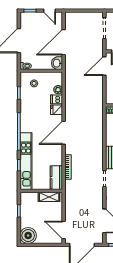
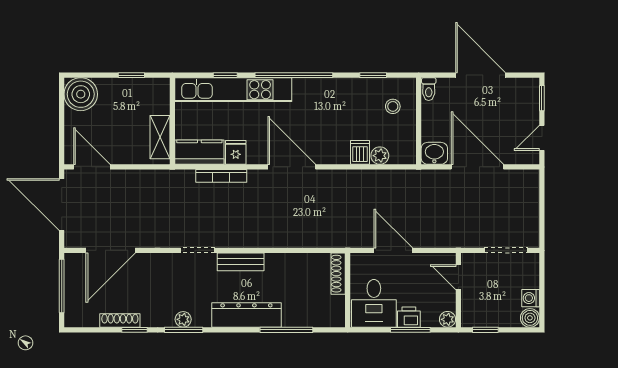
door: (104, 66) -> (393, 250), moved
fridge: (57, 110) -> (236, 152), moved
door: (64, 230) -> (92, 167), hinge flipped

